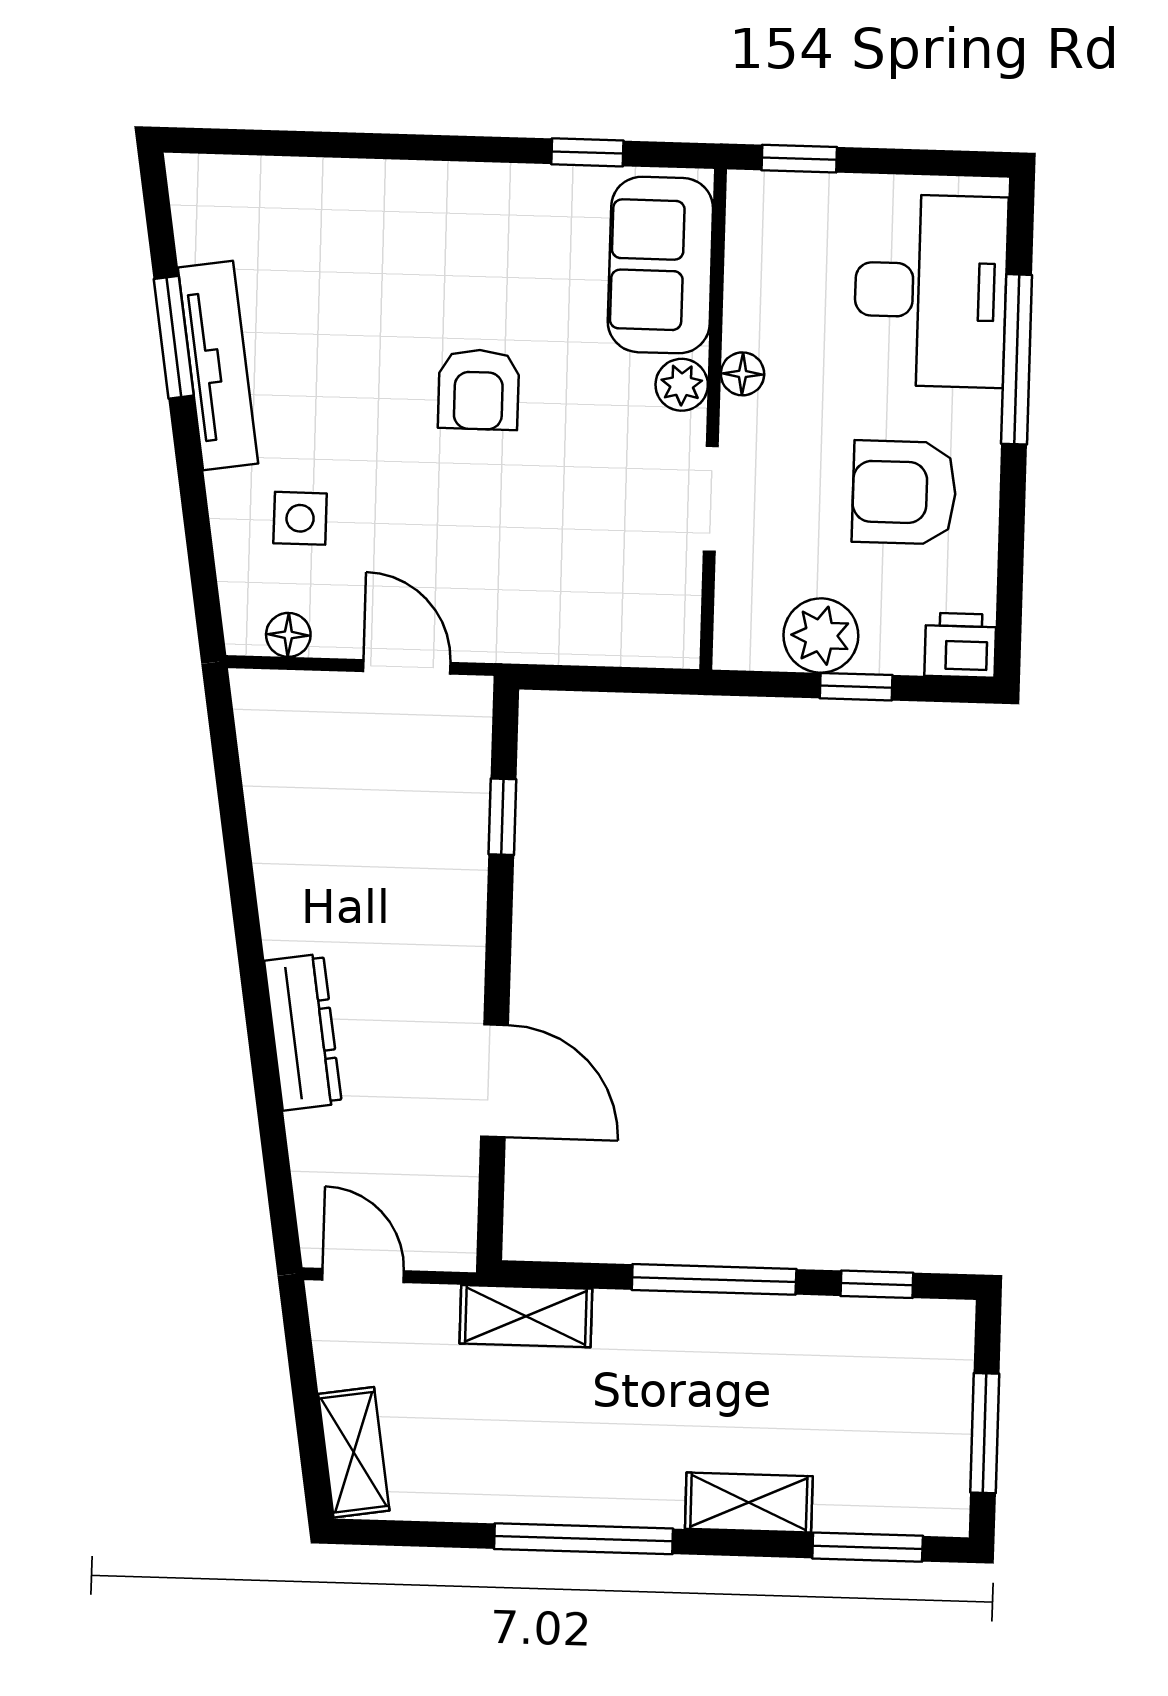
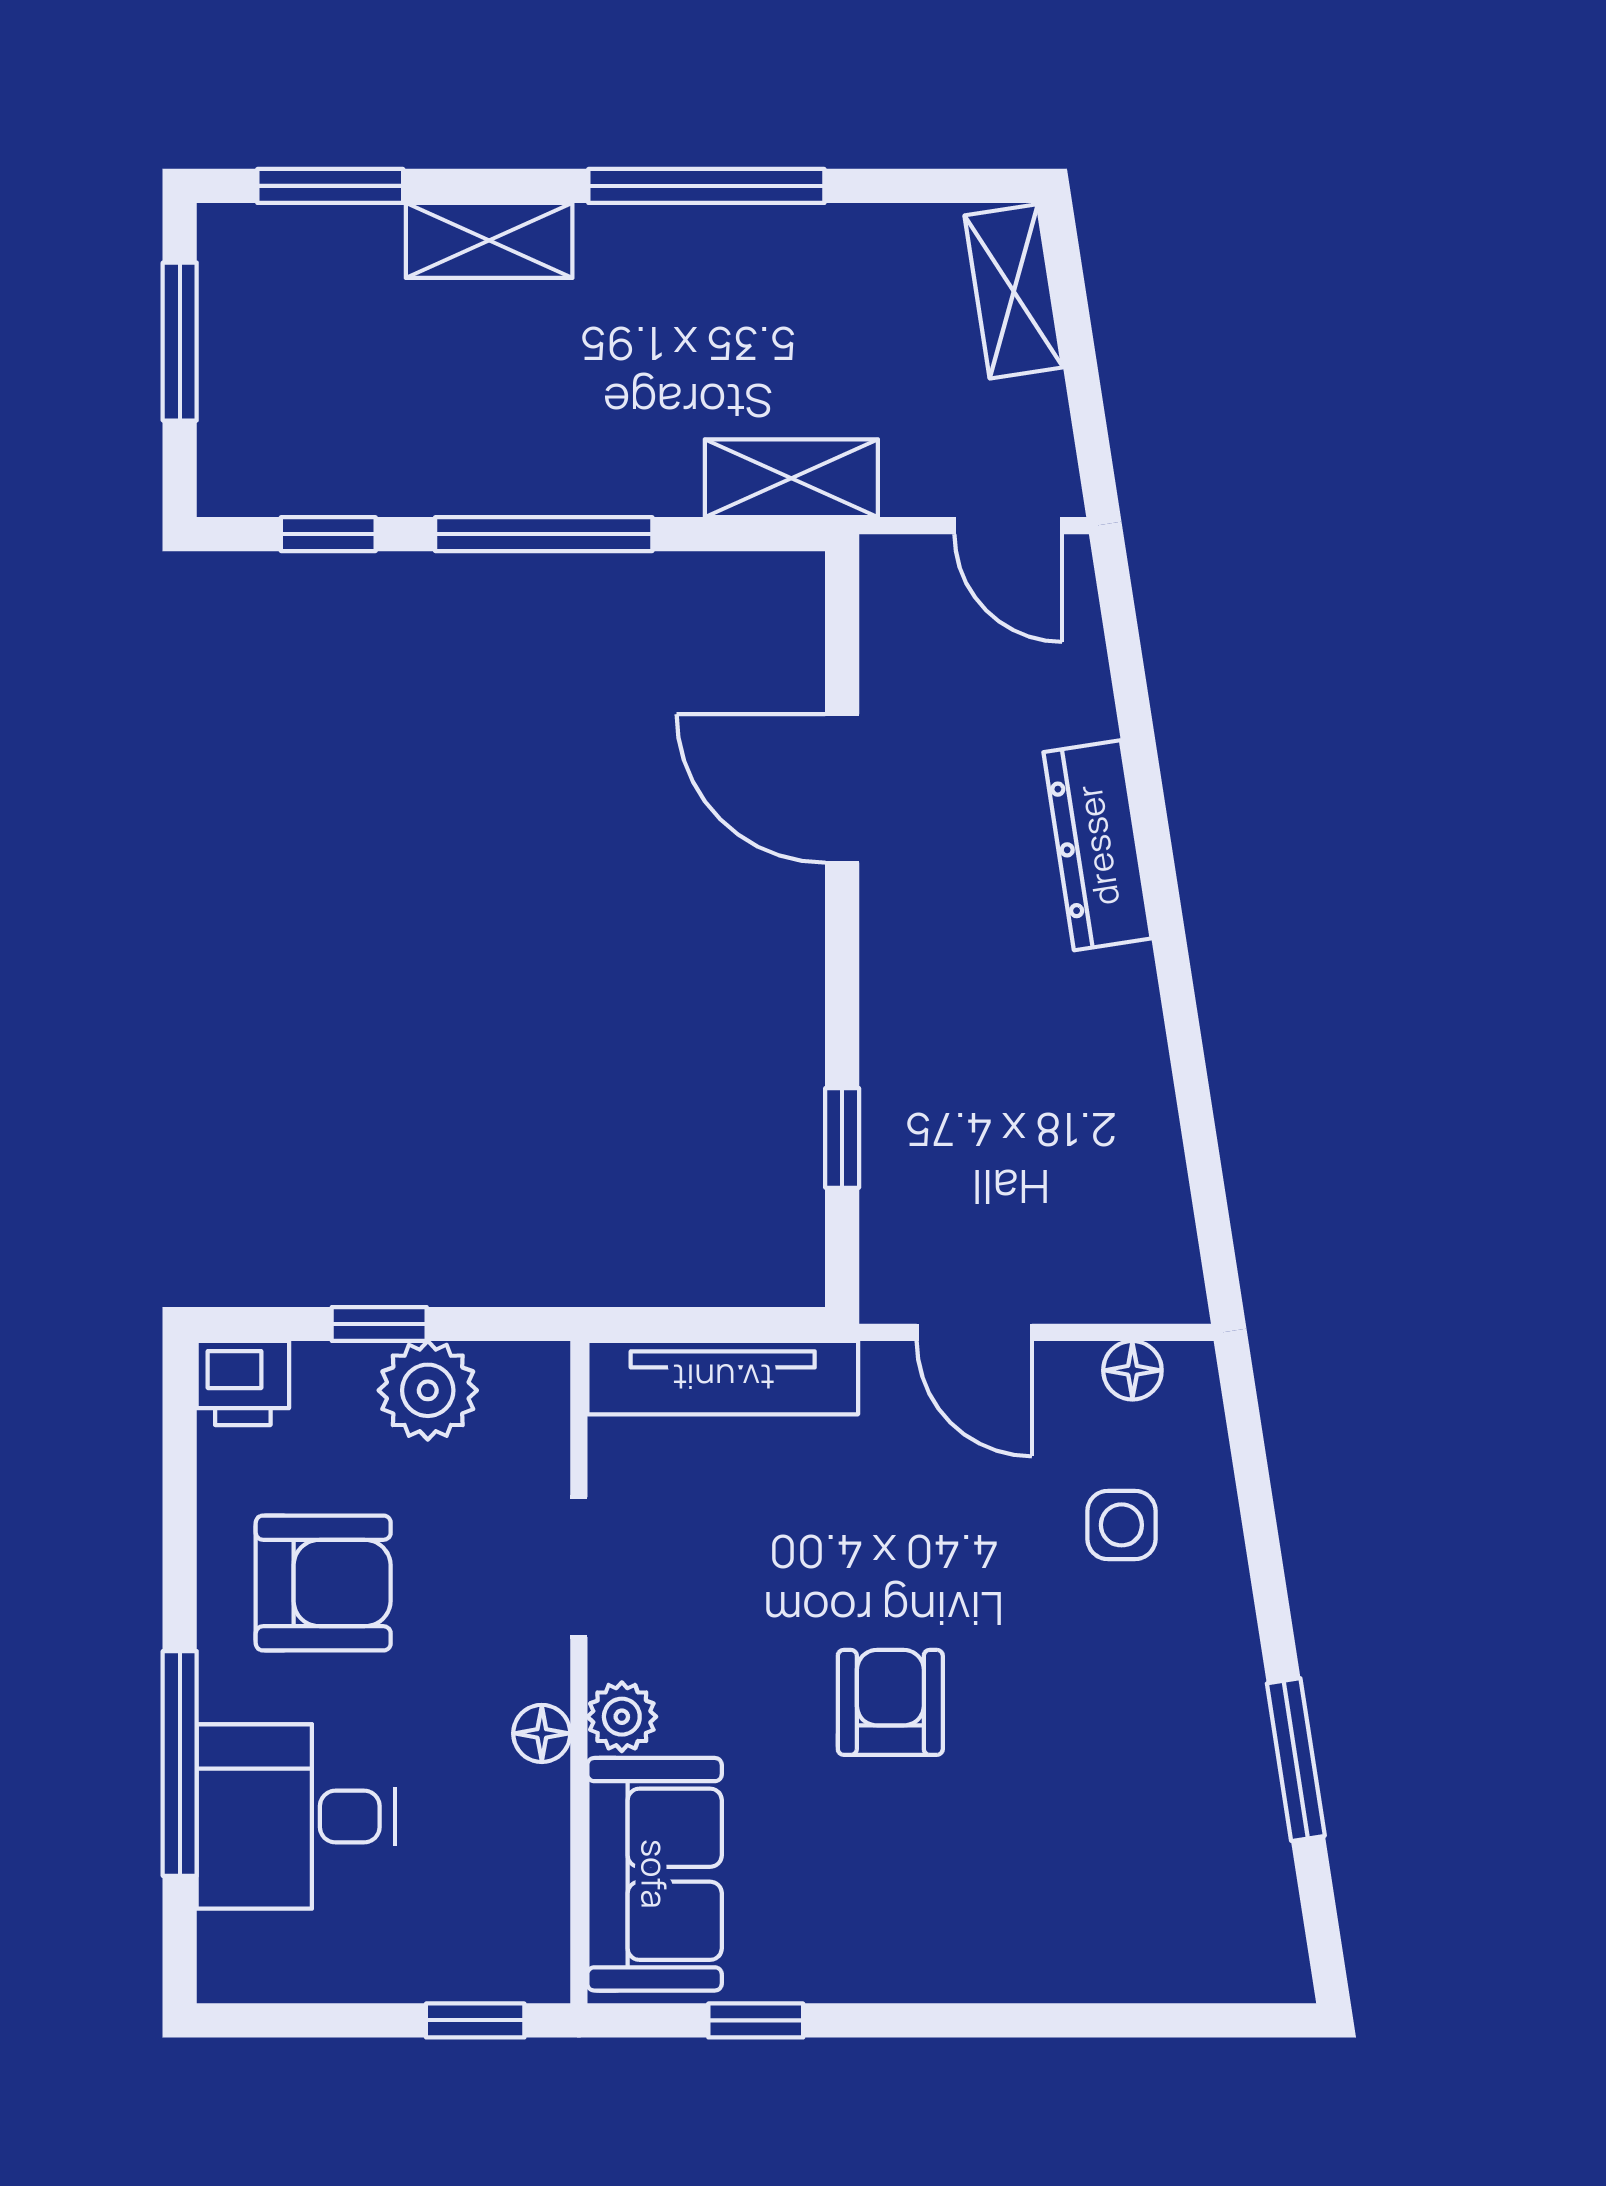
desk: (931, 291) -> (296, 1817), width x0.73
tv unit: (218, 366) -> (723, 1378), moved, turned -81

